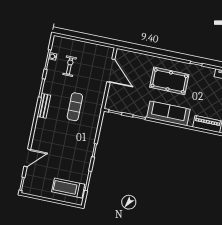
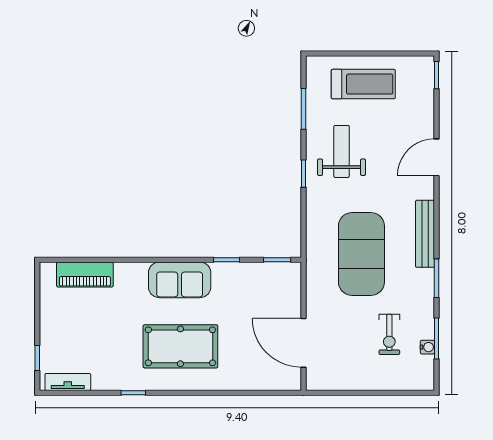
bench: (44, 106) -> (425, 234), width x1.36
exercise mat: (75, 107) -> (361, 254), width x2.00, depth x1.45
sofa: (168, 113) -> (180, 280), width x0.73
weight bench: (74, 157) -> (342, 151), added
door: (27, 158) -> (437, 157), moved
treadmill: (68, 188) -> (363, 84), moved

